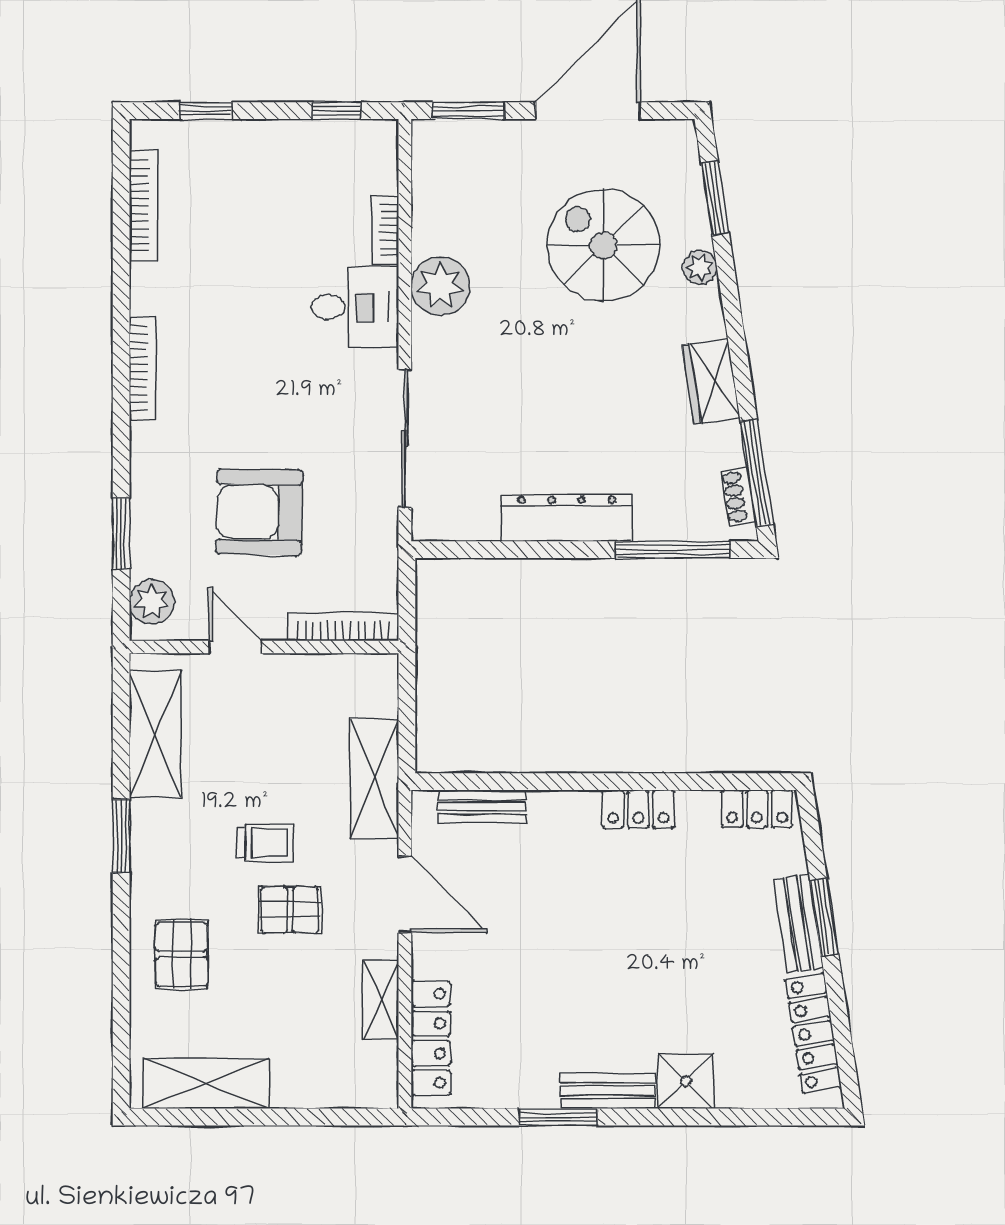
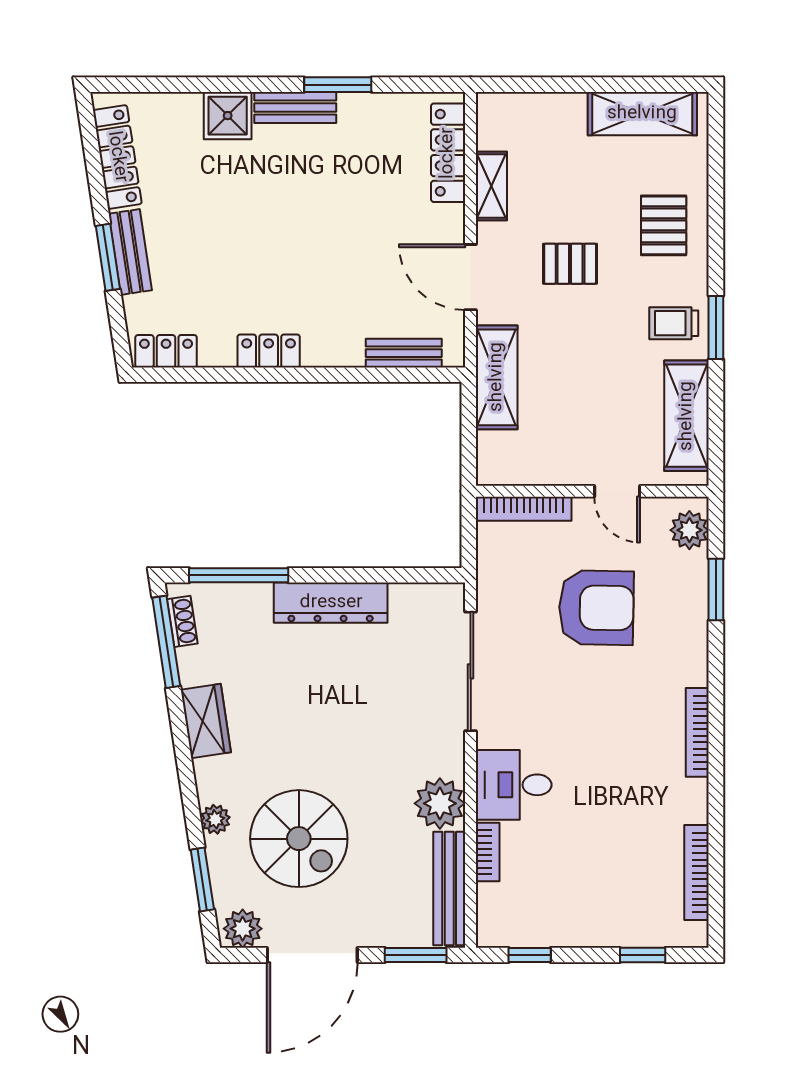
plant: (668, 141) -> (243, 929), added
bench: (429, 187) -> (449, 889), added
trolley: (266, 843) -> (674, 323), moved

